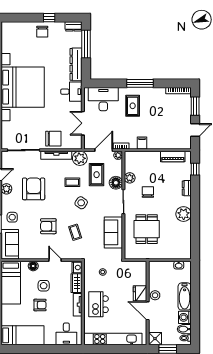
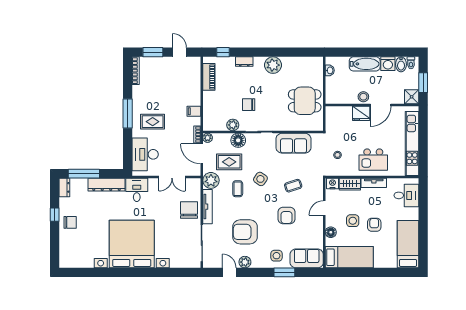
dining table: (147, 229) -> (305, 101), moved

